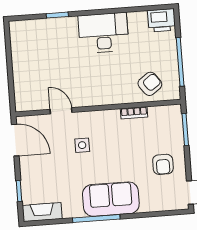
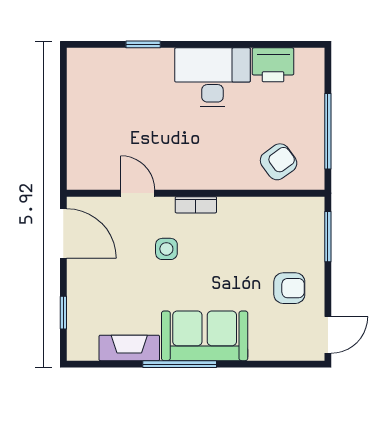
printer: (162, 20) -> (273, 65), moved
bookcase: (134, 113) -> (196, 205), moved
armchair: (163, 164) -> (289, 288), turned -90
fireplace: (42, 212) -> (129, 348), moved

